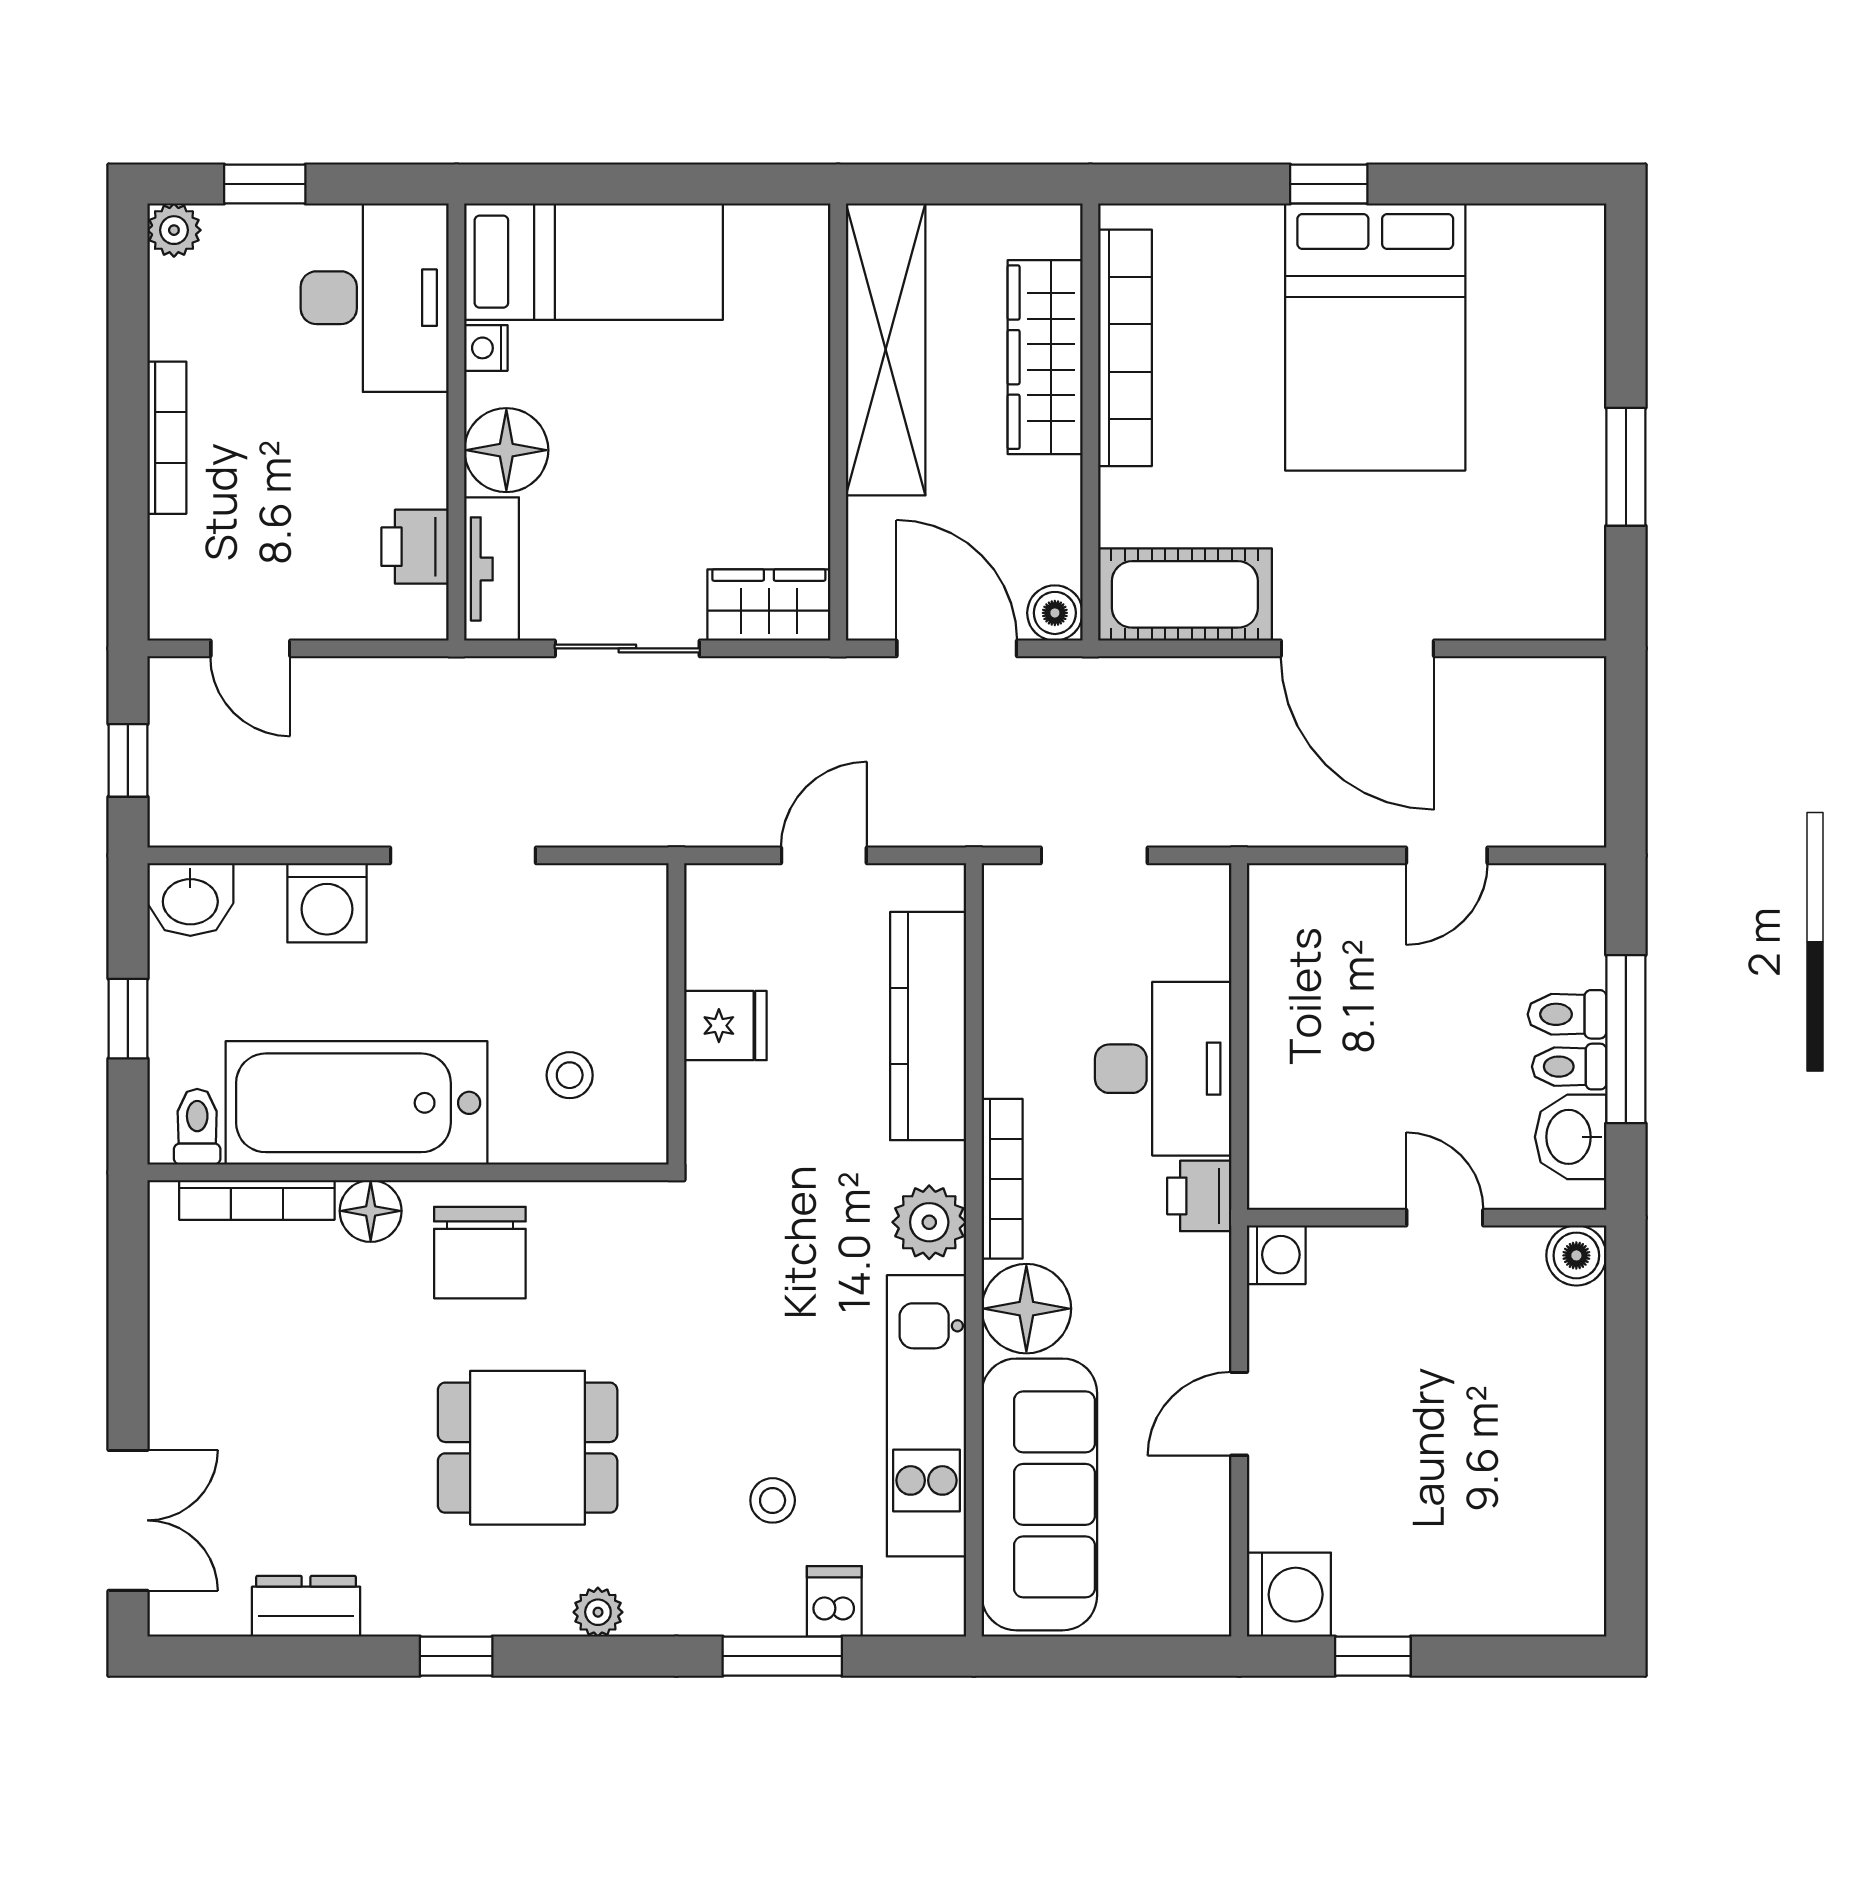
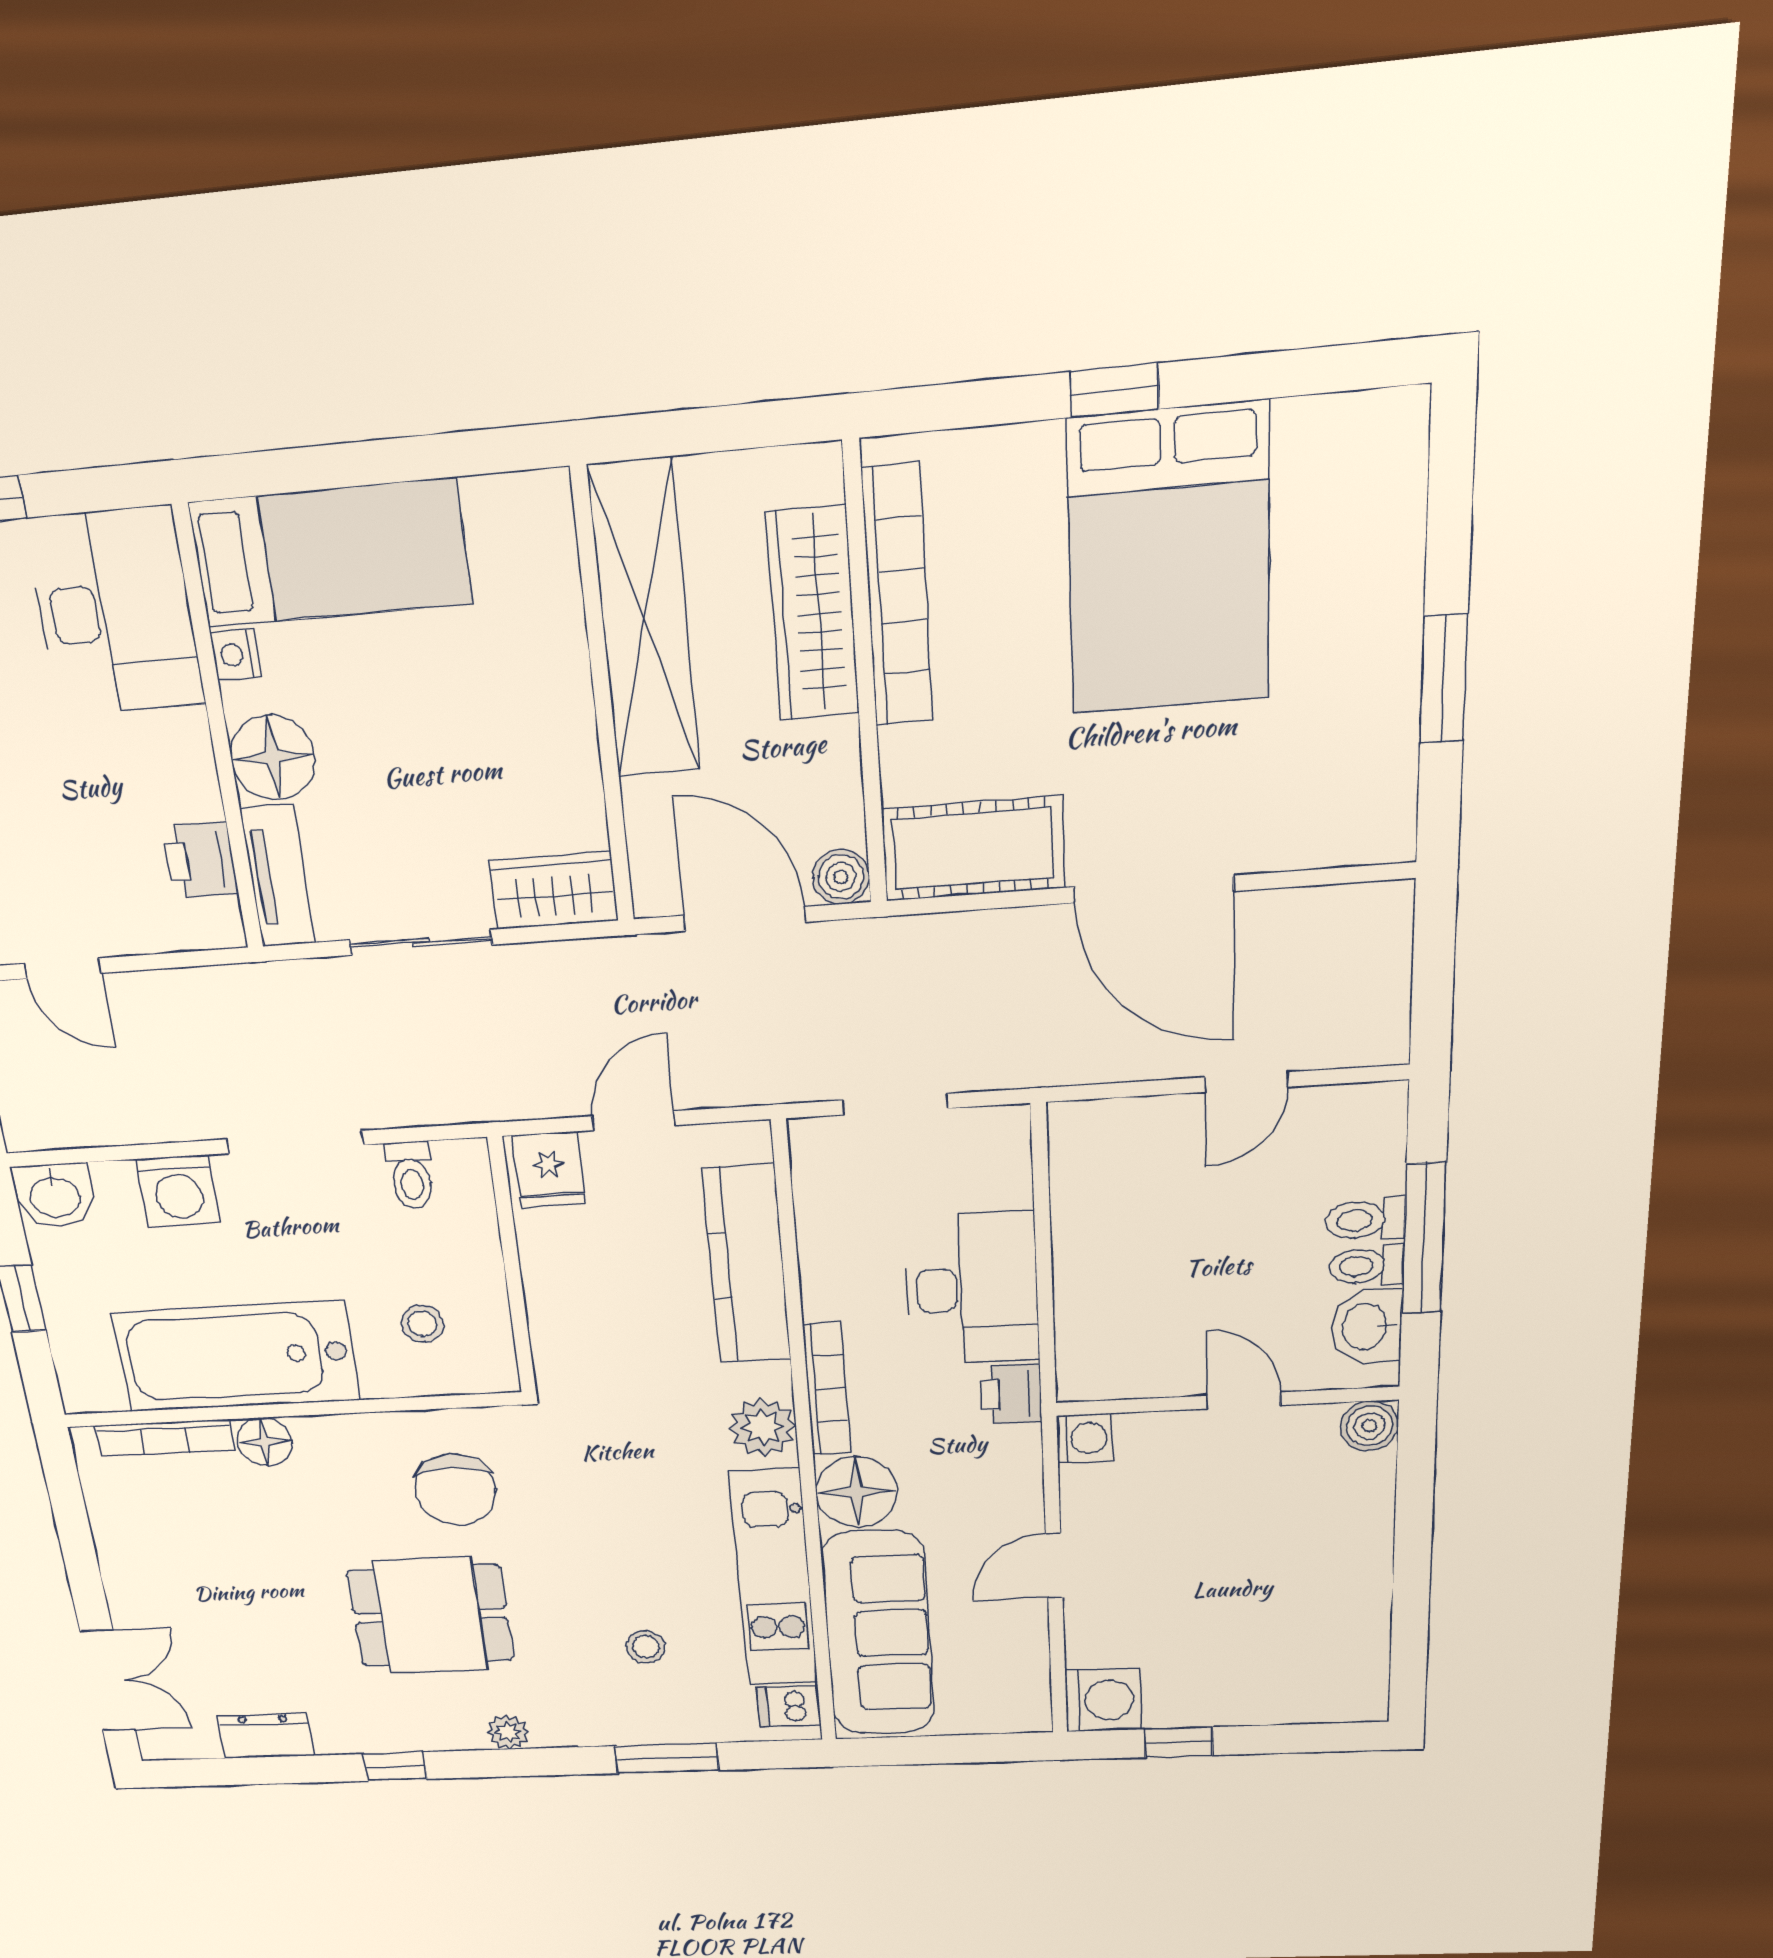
fridge: (725, 1026) -> (549, 1170), moved, turned 90
toilet: (197, 1127) -> (411, 1175), moved, turned 180
chair: (480, 1253) -> (455, 1490), moved
dishwasher: (834, 1601) -> (789, 1706), moved, turned -90

